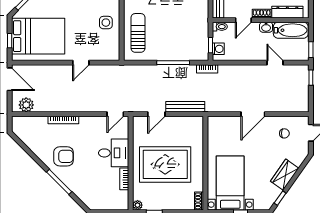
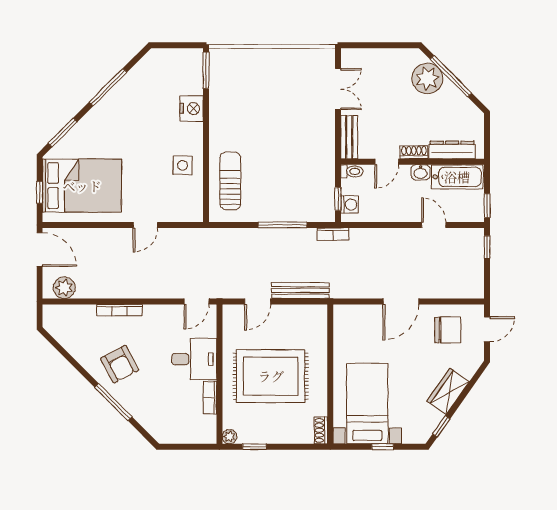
chair: (284, 133) -> (448, 330), width x1.87, depth x1.87
armchair: (64, 156) -> (120, 364), turned 62

